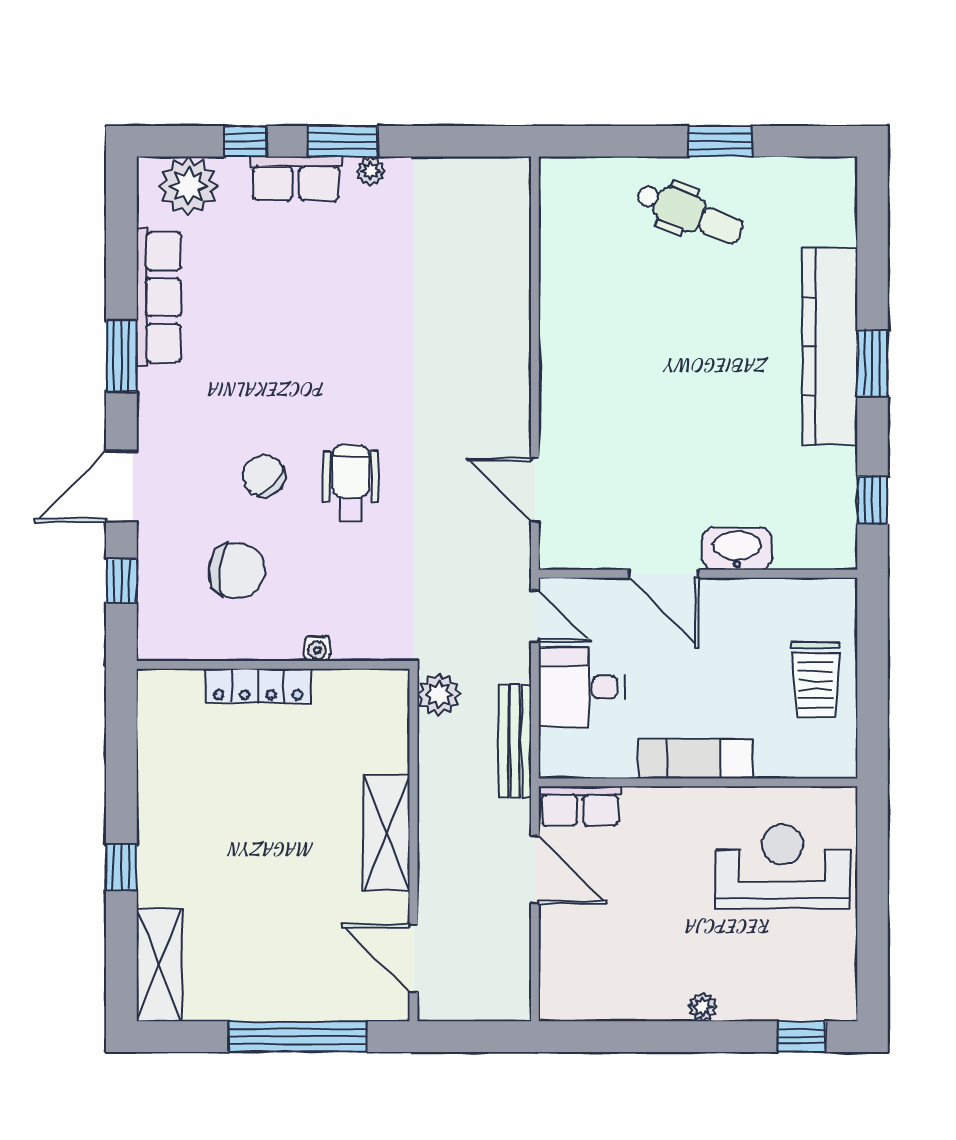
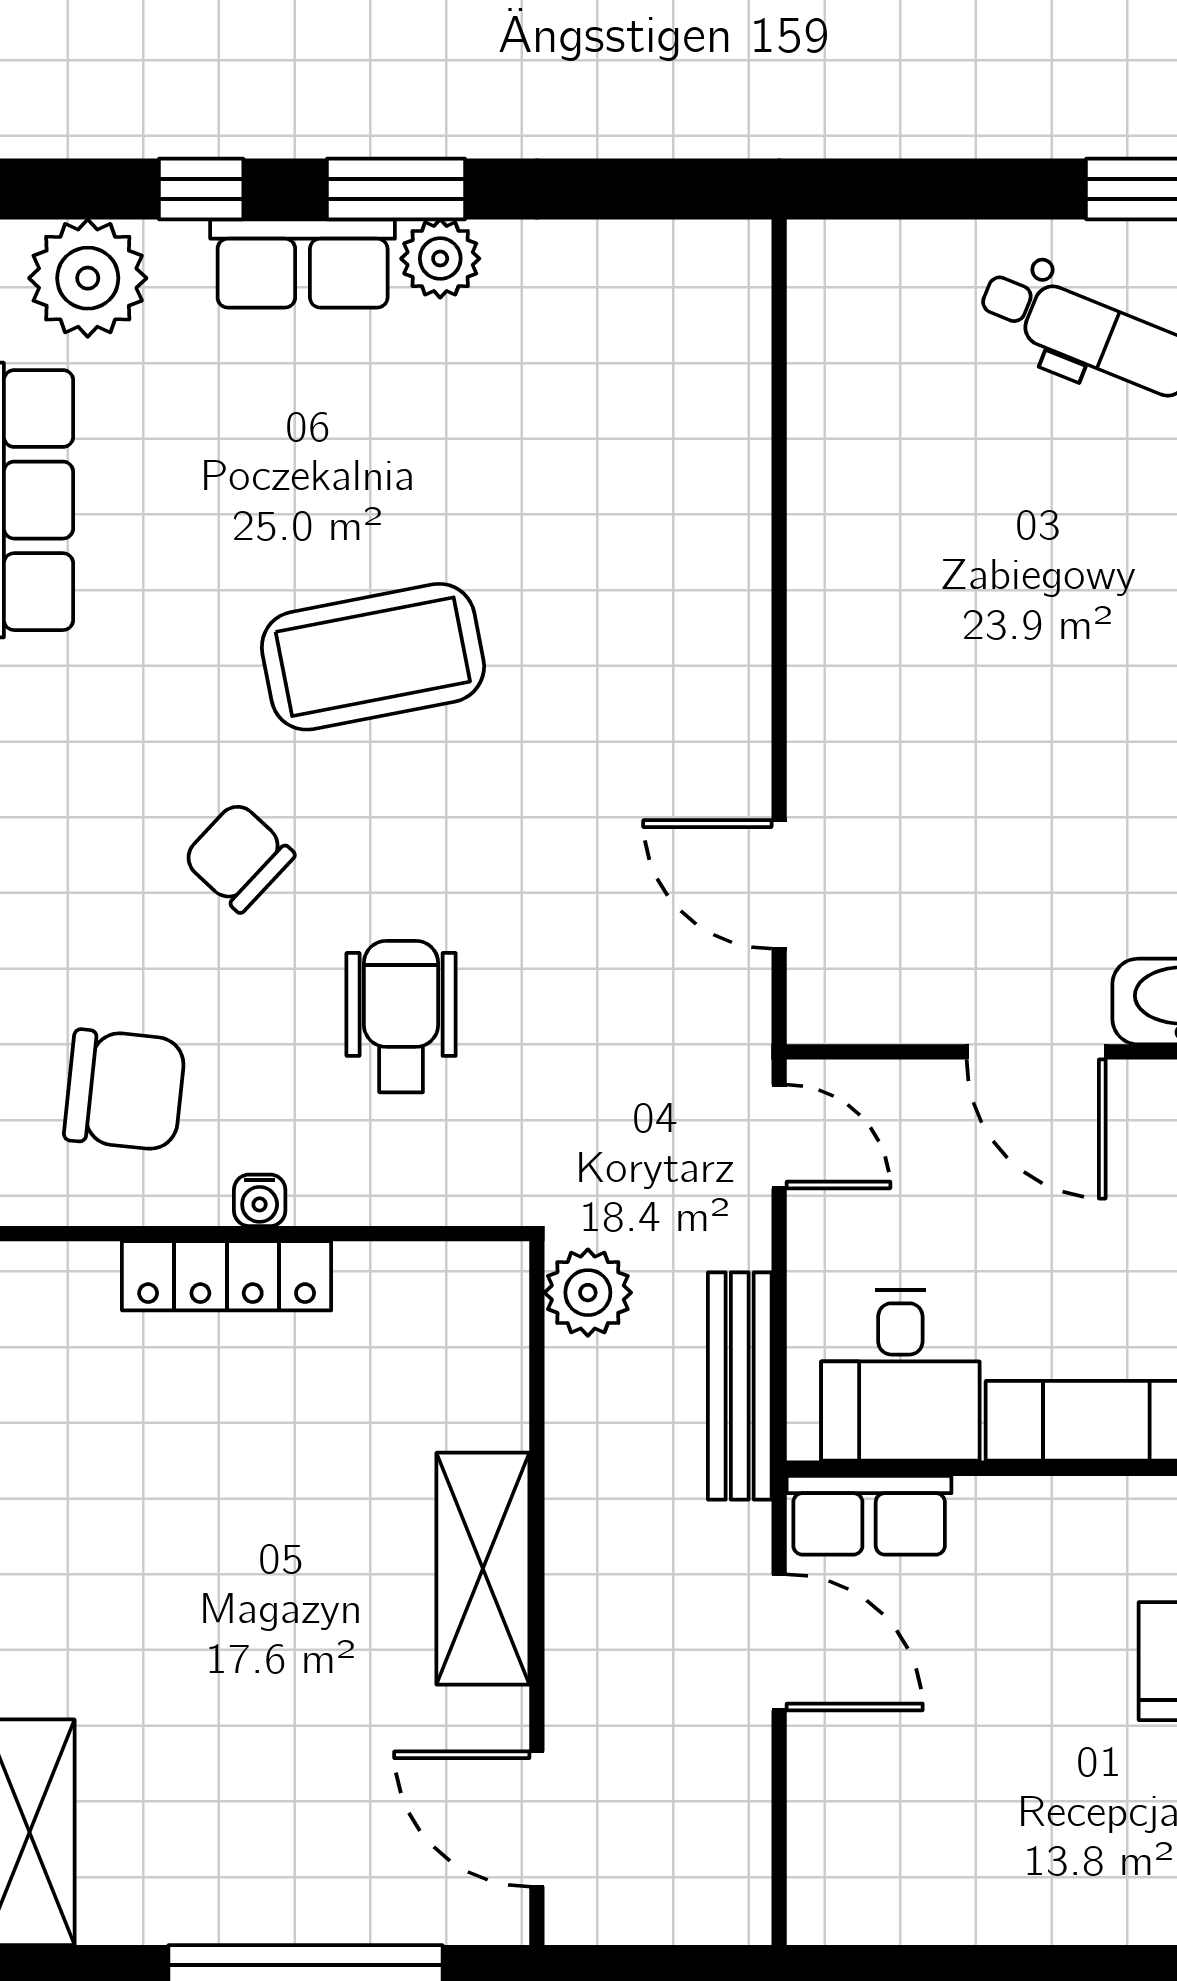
plant: (370, 171) -> (440, 259), width x1.38, depth x1.38
coffee table: (331, 376) -> (373, 657), added
wheelchair: (351, 483) -> (401, 1017), moved
chair: (237, 571) -> (125, 1090), moved
water cooler: (317, 648) -> (260, 1200), moved
desk: (582, 687) -> (900, 1375), moved, turned -90
plant: (703, 1007) -> (1114, 1916), removed

